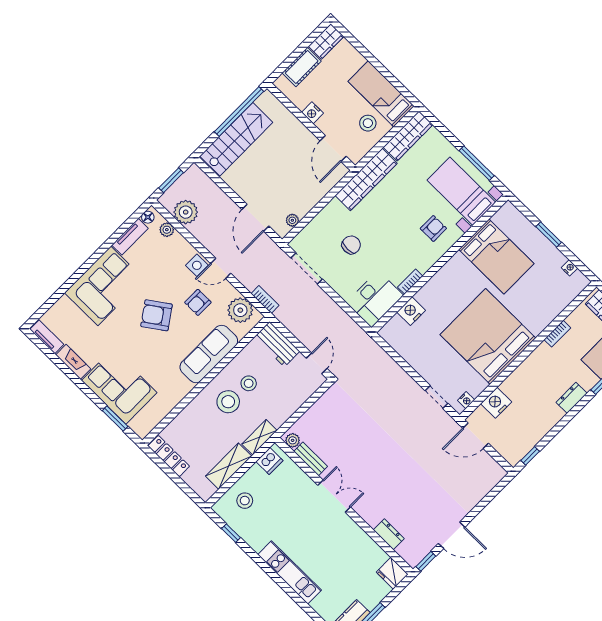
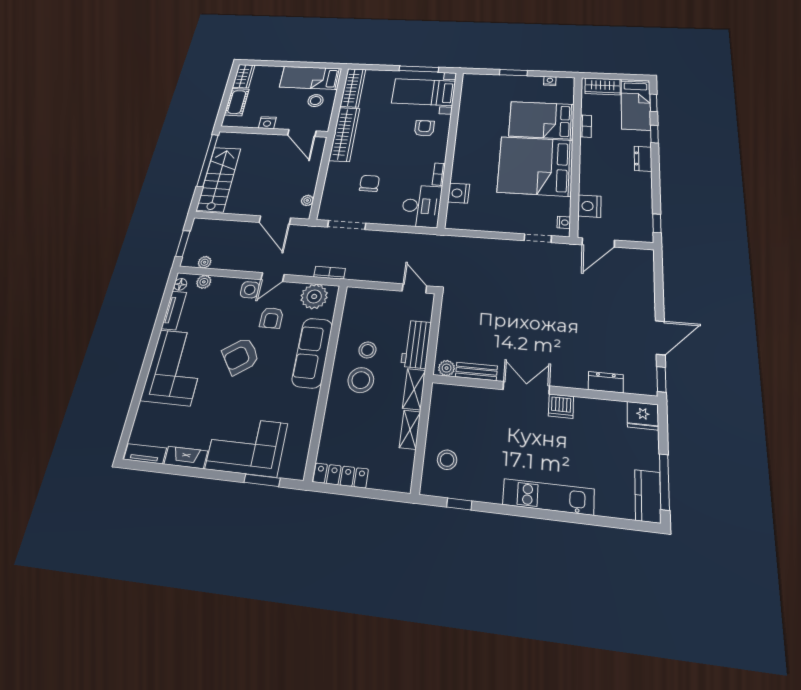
plant: (186, 212) -> (205, 262), width x0.53, depth x0.53
bed: (496, 257) -> (542, 120), moved, turned 180
workbench: (277, 344) -> (416, 344), moved, turned 90
dishwasher: (269, 461) -> (561, 406), moved, turned 90
shelving: (229, 466) -> (410, 430), width x0.67, depth x0.75

